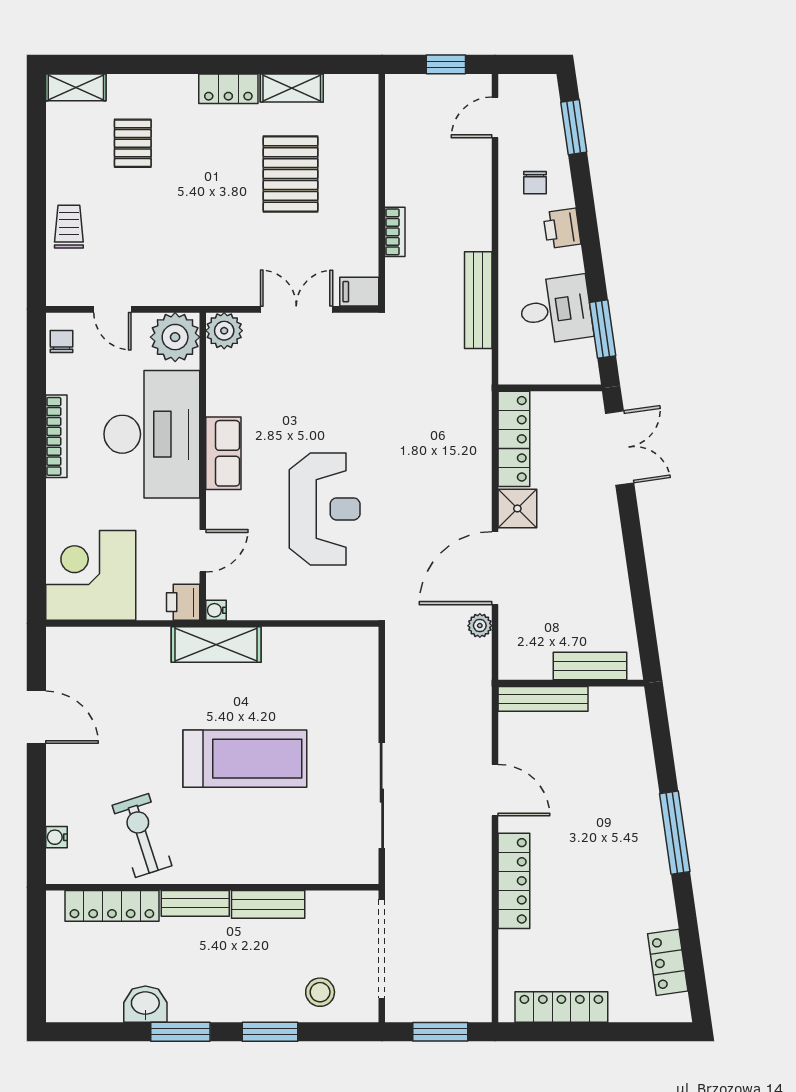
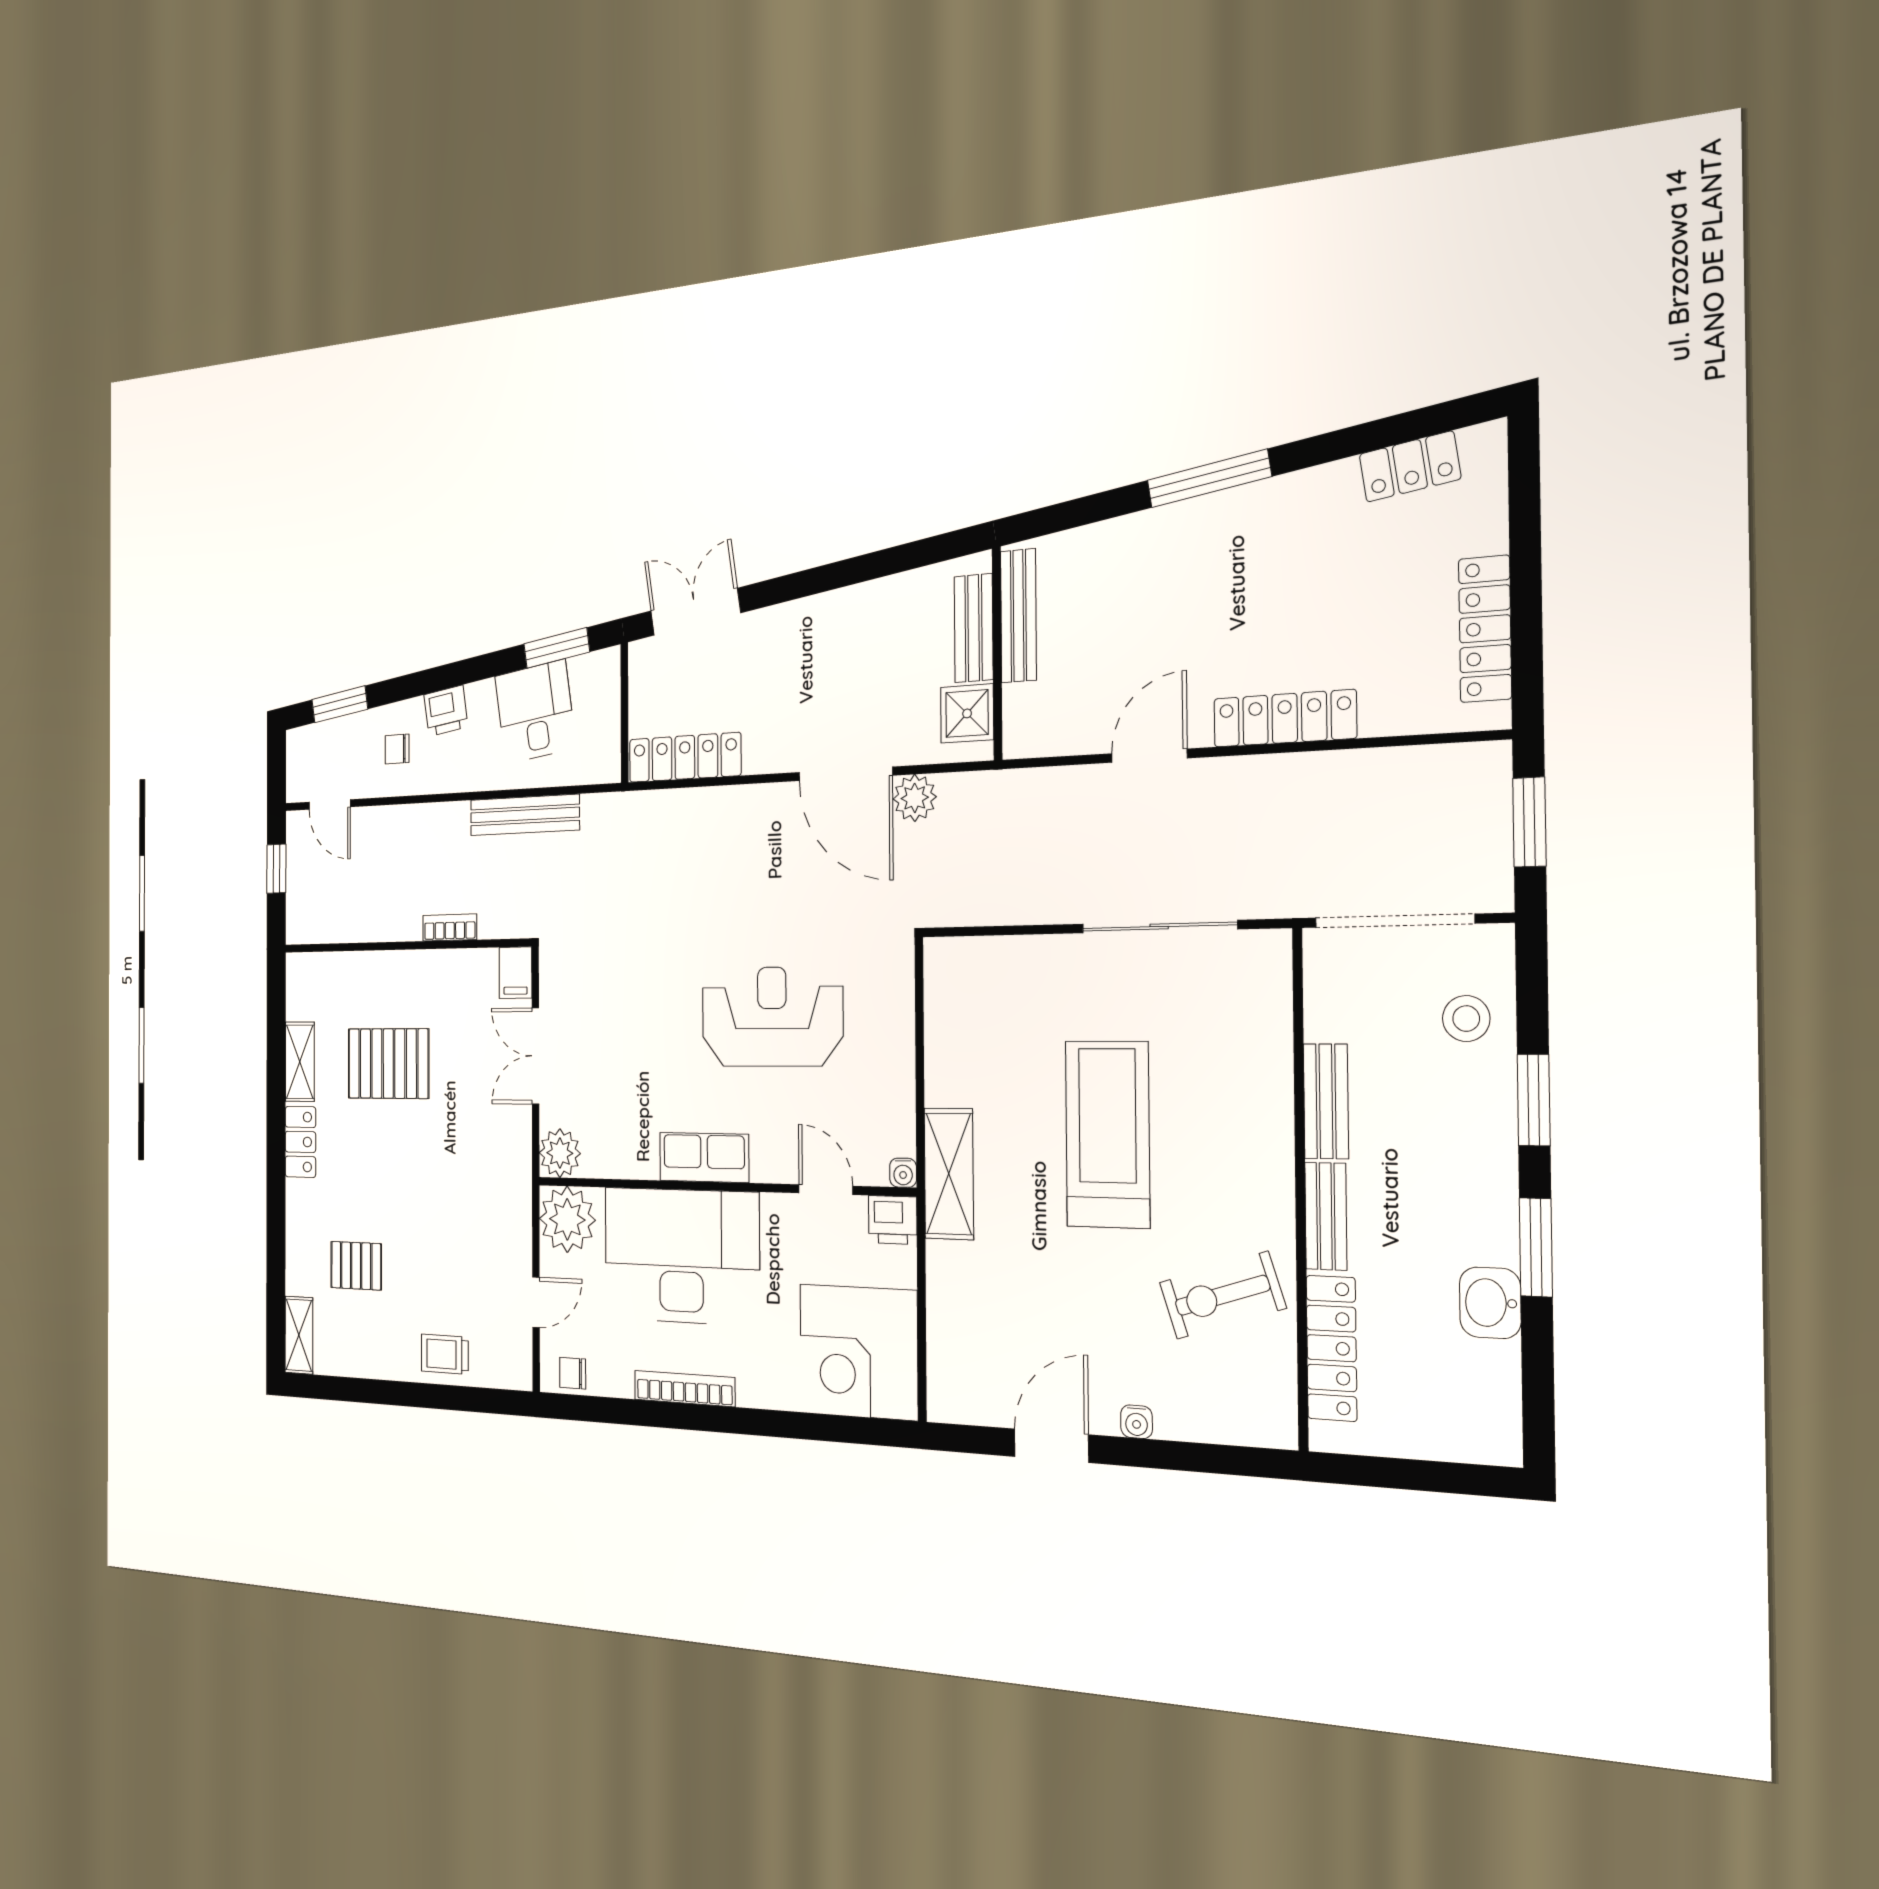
chair: (535, 183) -> (397, 749), turned 180
shower: (517, 508) -> (967, 713), moved
plant: (480, 626) -> (915, 798), width x1.38, depth x1.38
bench: (543, 699) -> (1018, 616), moved
water cooler: (56, 837) -> (1137, 1422), moved

